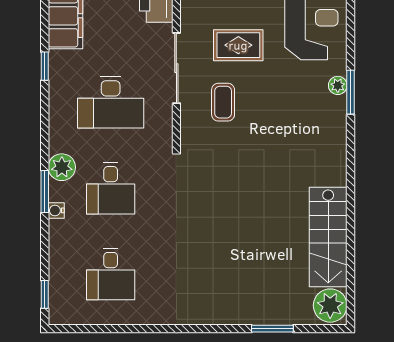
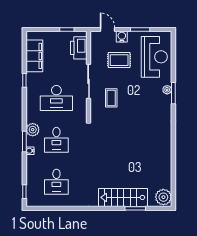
rug: (238, 45) -> (119, 60), moved
stairs: (328, 237) -> (123, 197), moved, turned 90

